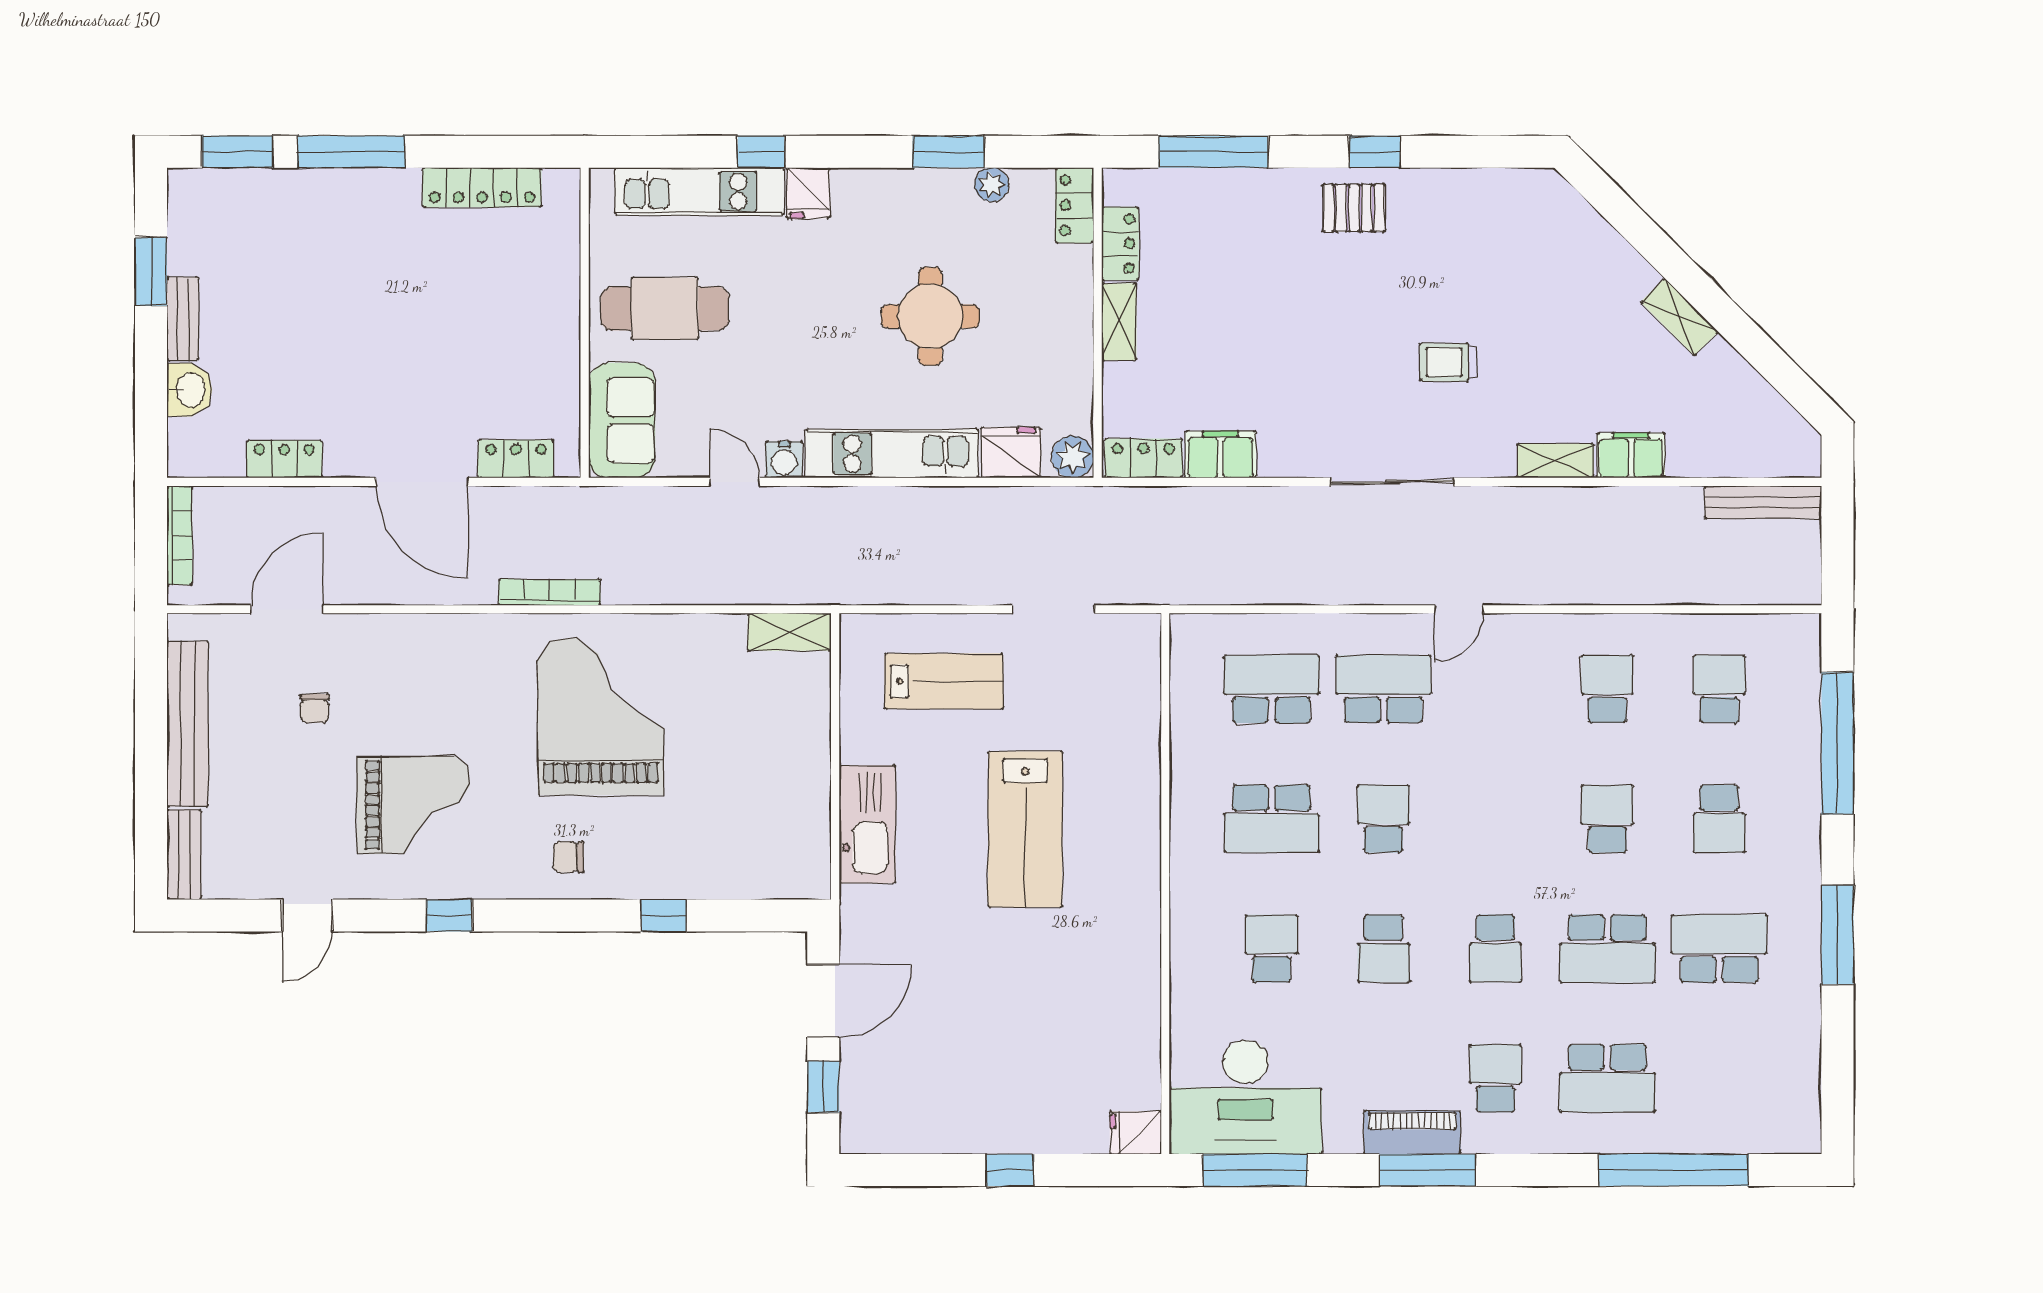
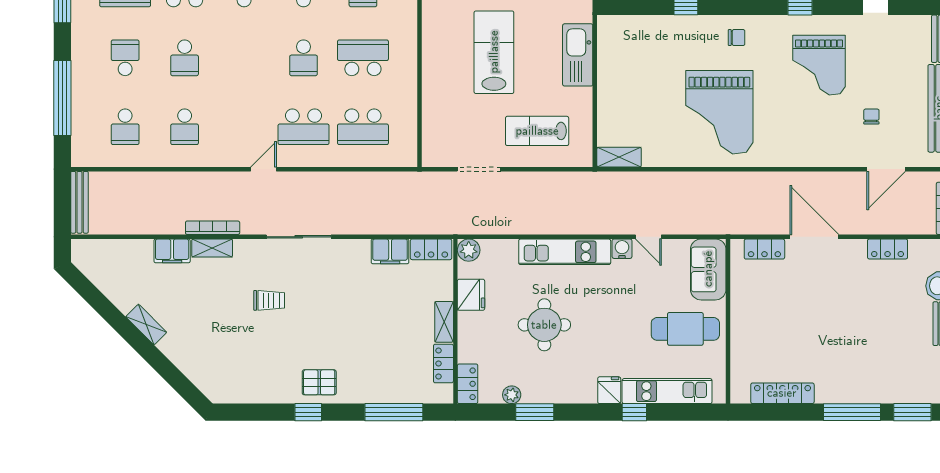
fridge: (1011, 453) -> (471, 295), moved, turned -90
bench: (1763, 502) -> (79, 202), moved, turned 90
bookcase: (550, 592) -> (213, 228), moved, turned 180
grand piano: (413, 805) -> (819, 65), turned -90

